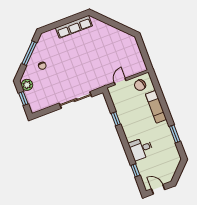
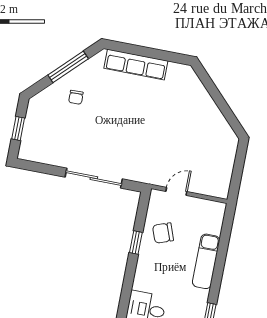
row of seats: (74, 27) -> (136, 65), moved
plant: (27, 85) -> (36, 112), removed
chair: (140, 85) -> (163, 233), moved

